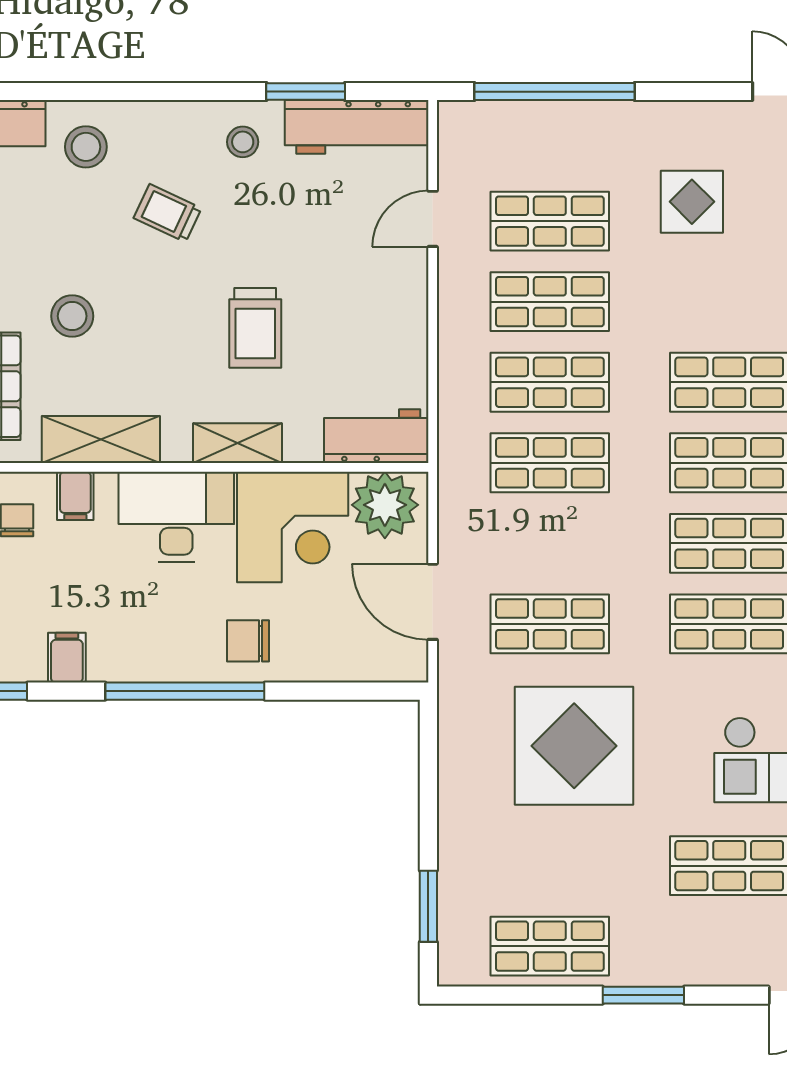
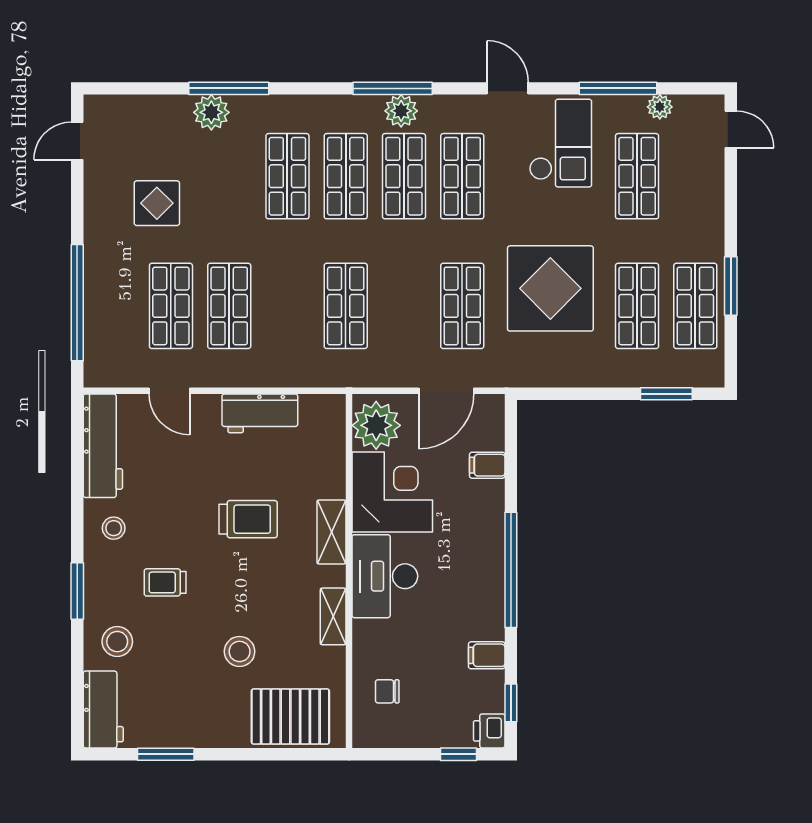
window: (306, 92) -> (77, 591), moved
trolley: (168, 213) -> (165, 582), turned 65
shop shelf: (550, 382) -> (637, 306), moved
workbench: (376, 436) -> (260, 413), moved, turned -90
shelving: (101, 440) -> (333, 616), width x0.67, depth x0.75
filing cabinet: (75, 496) -> (487, 465), moved, turned 180
chair: (248, 641) -> (474, 524), removed
window: (643, 995) -> (731, 286), moved

